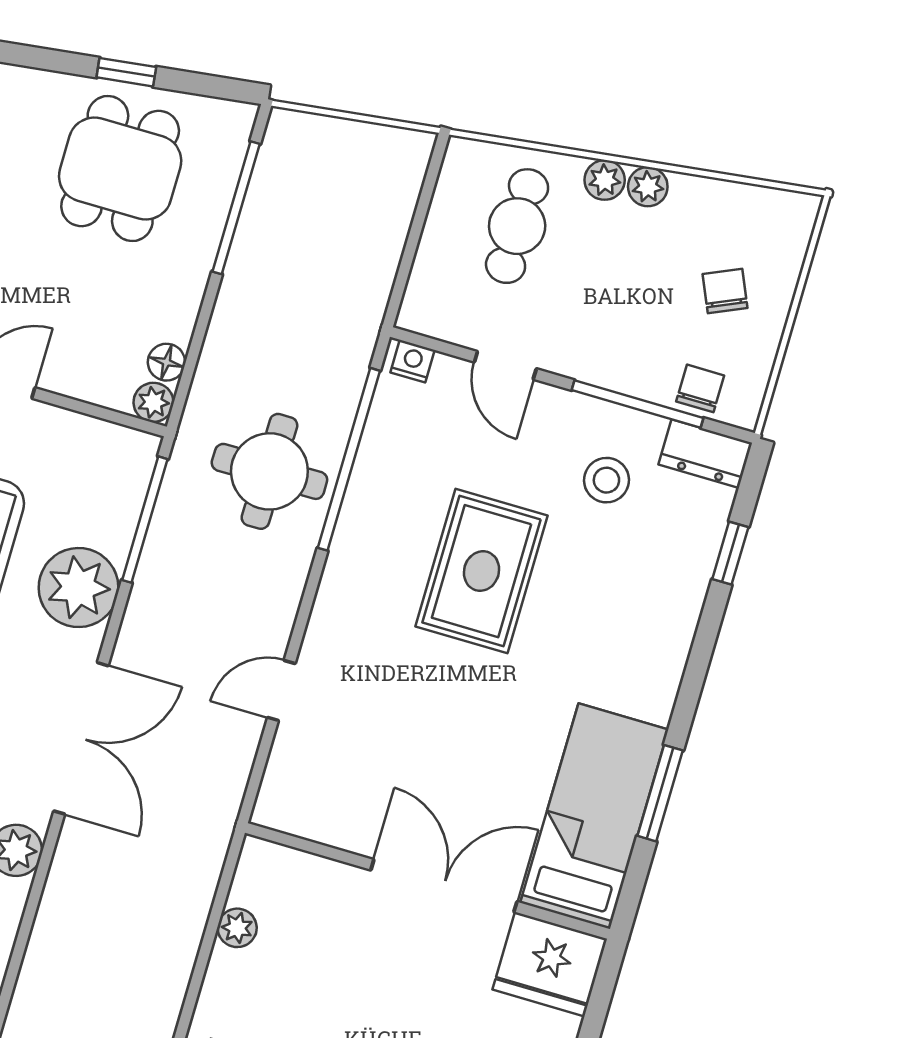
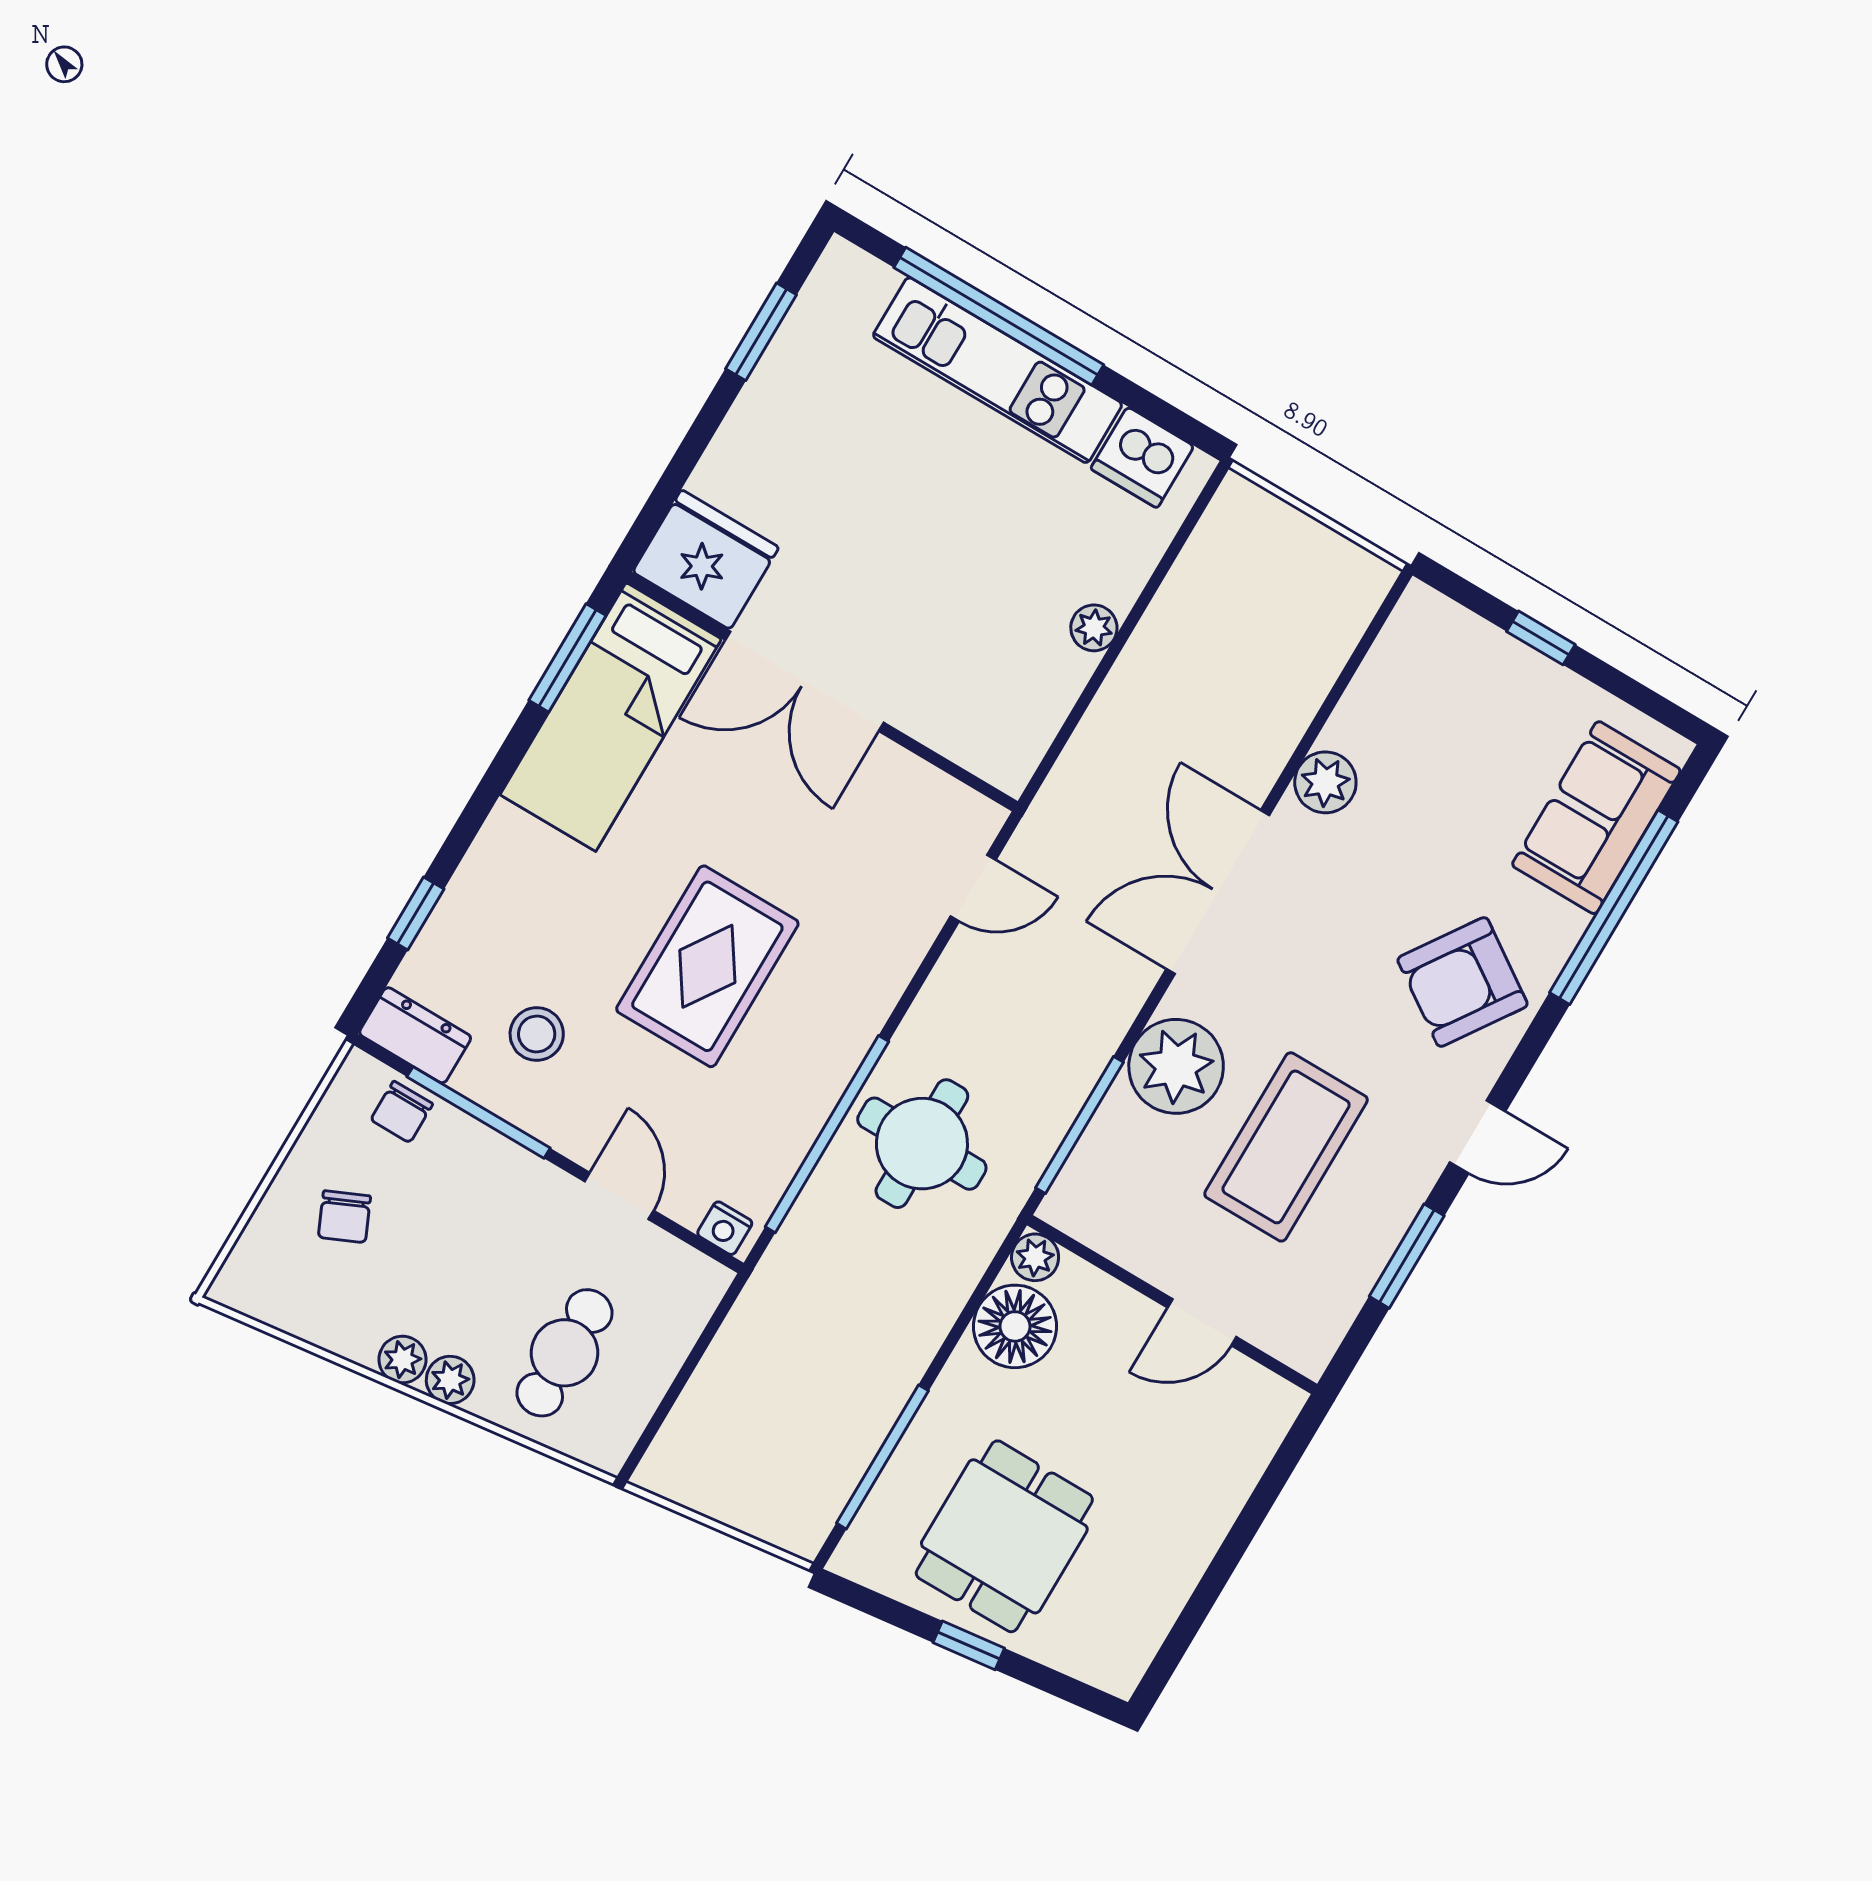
floor lamp: (166, 362) -> (1015, 1326), width x1.89, depth x1.89
bed: (594, 816) -> (611, 717), moved
wall: (427, 881) -> (822, 692), moved
double door: (444, 886) -> (804, 681), moved
fridge: (550, 964) -> (706, 560), moved

